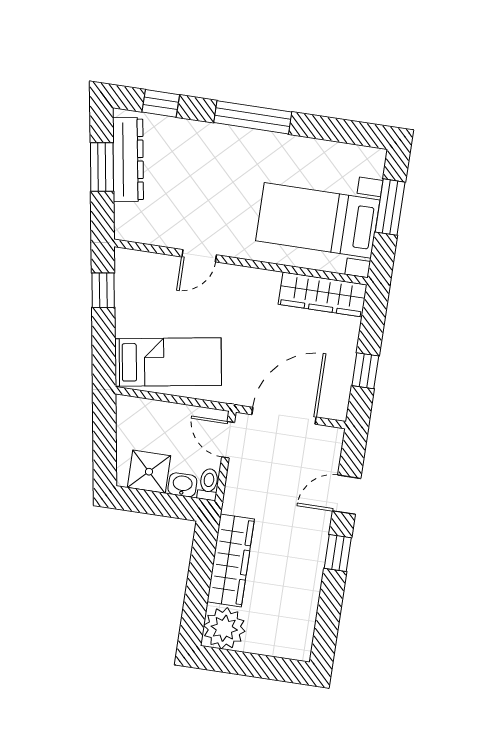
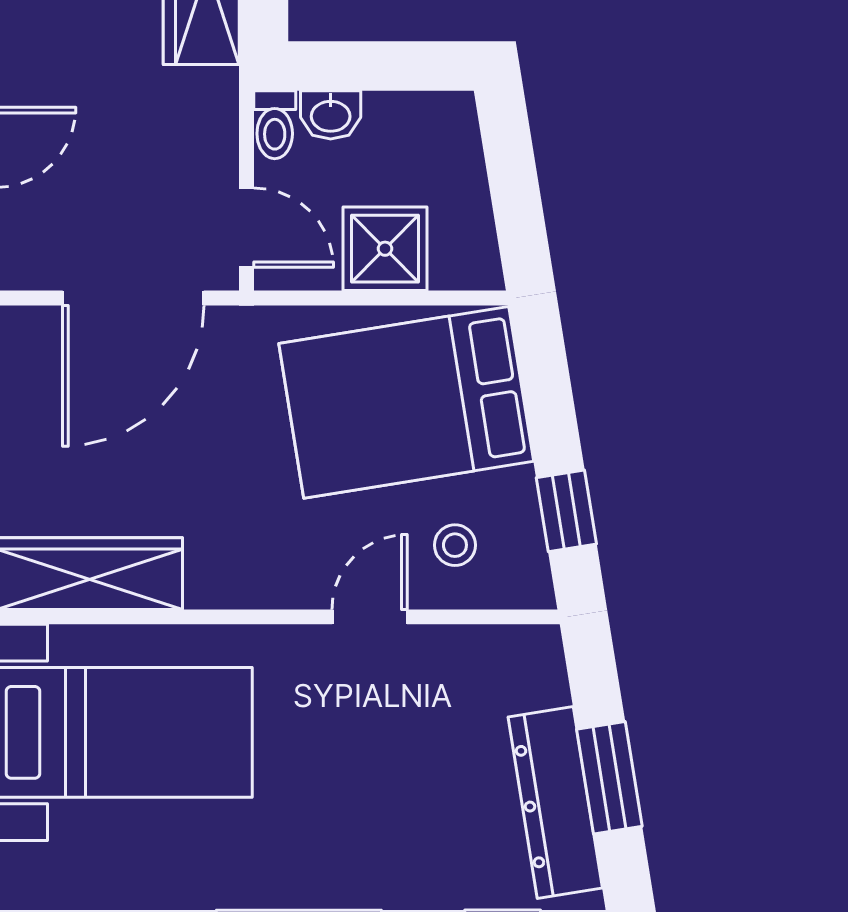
stool: (156, 282) -> (455, 545), added
bed: (168, 362) -> (406, 402), width x1.50
shower: (149, 472) -> (385, 249), moved

